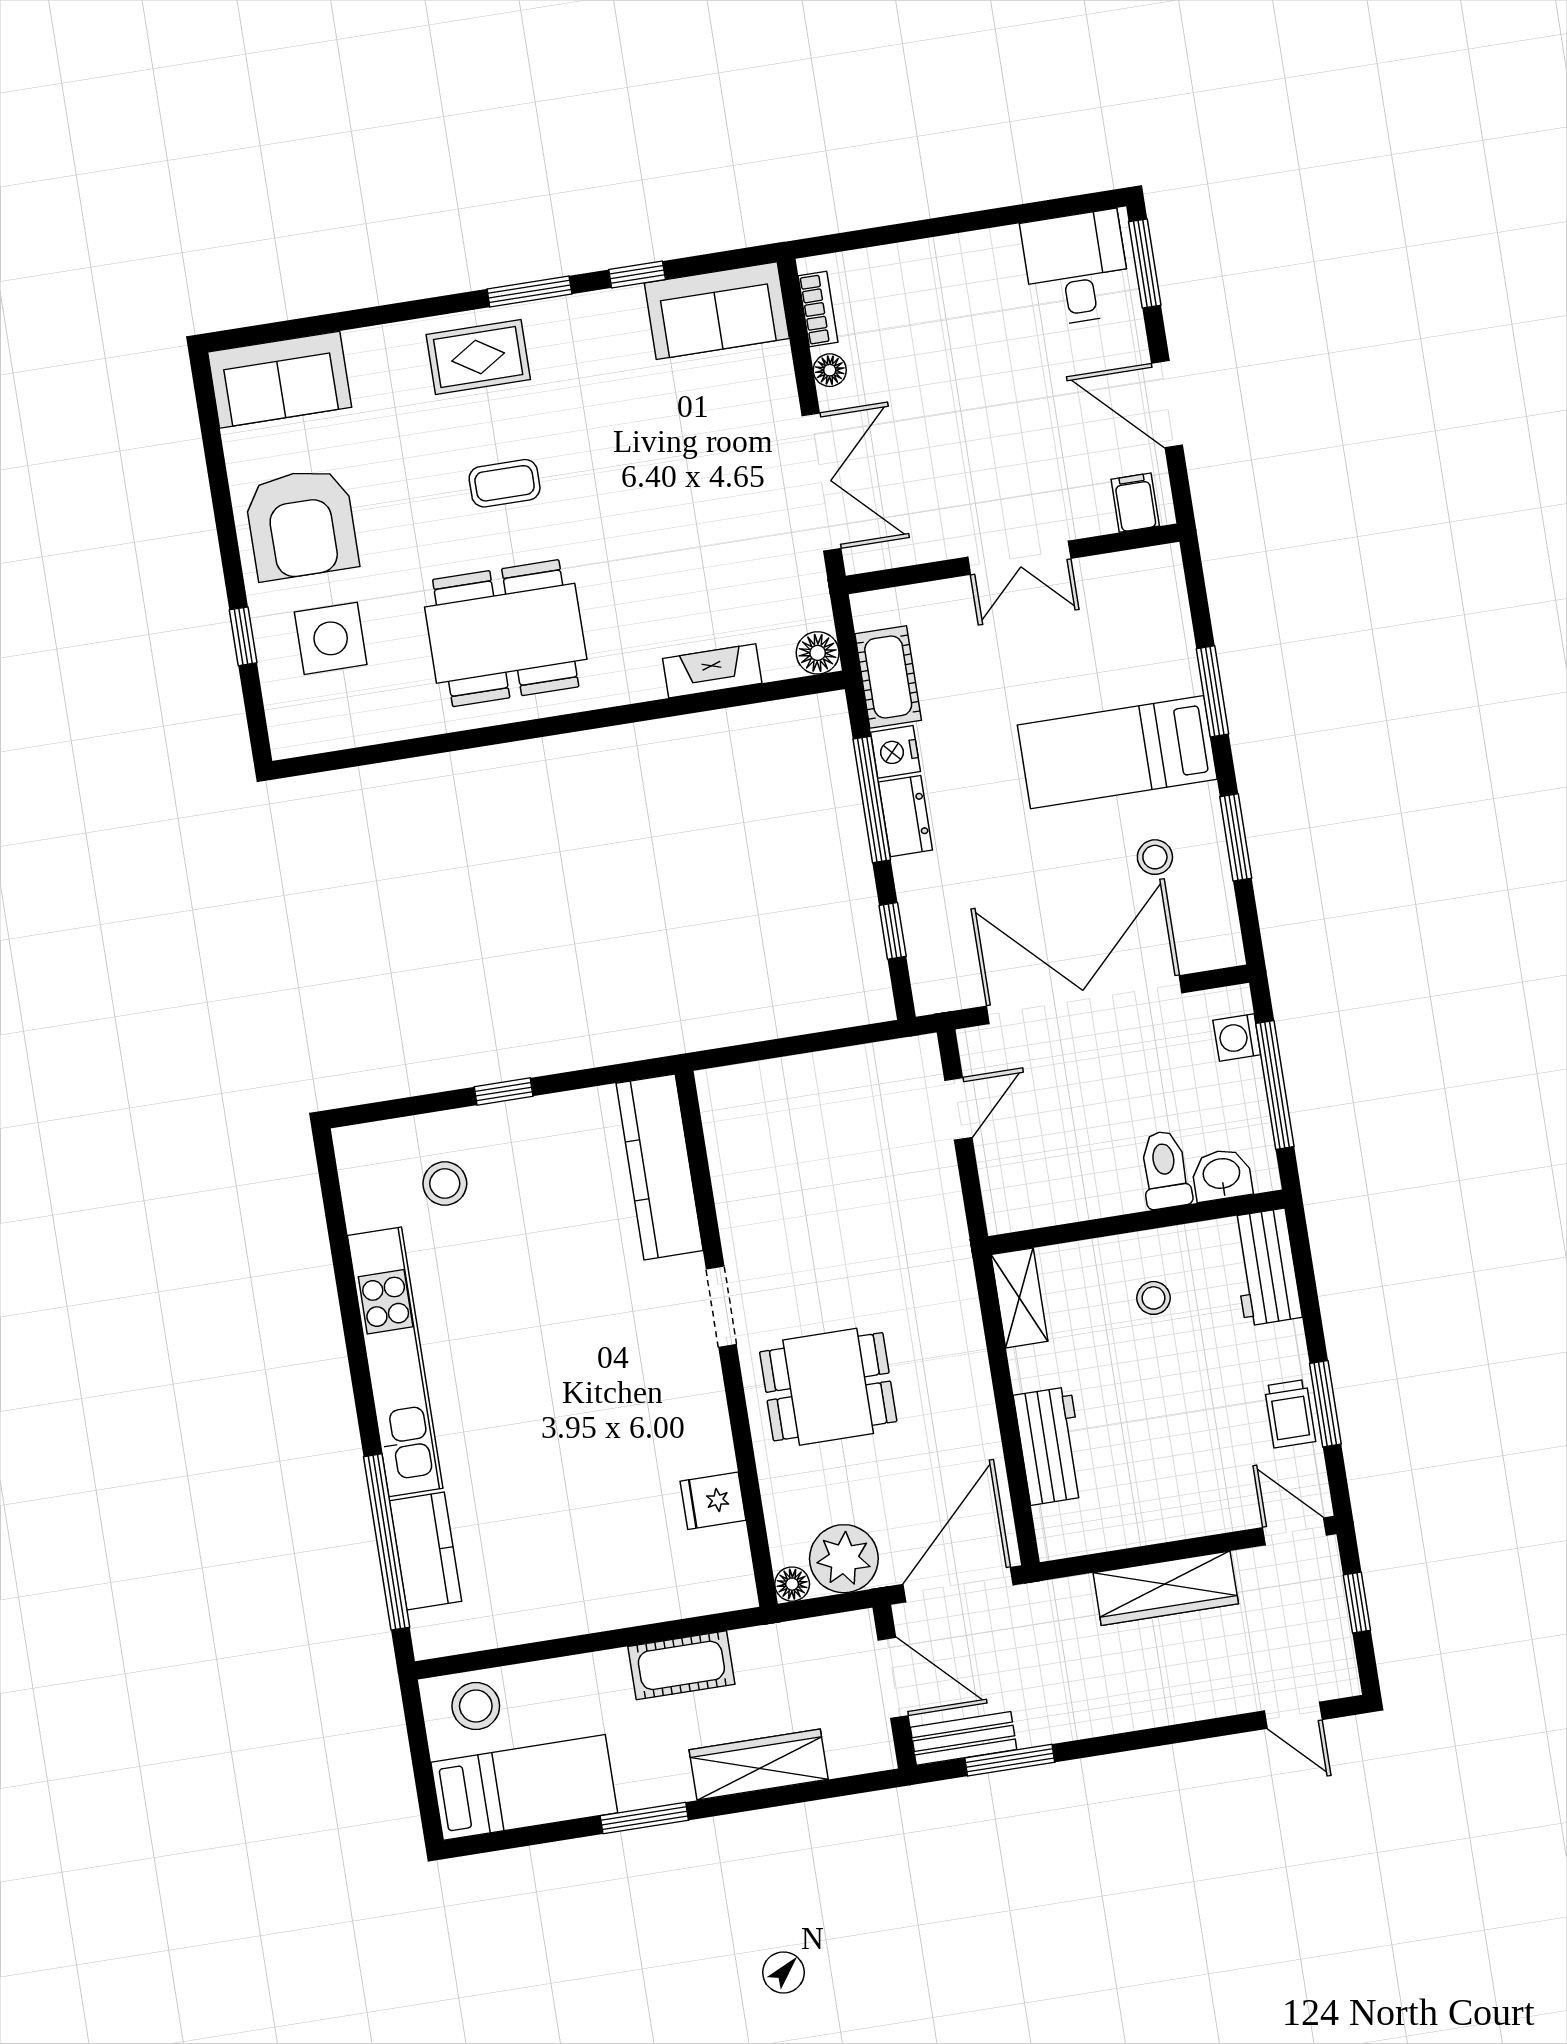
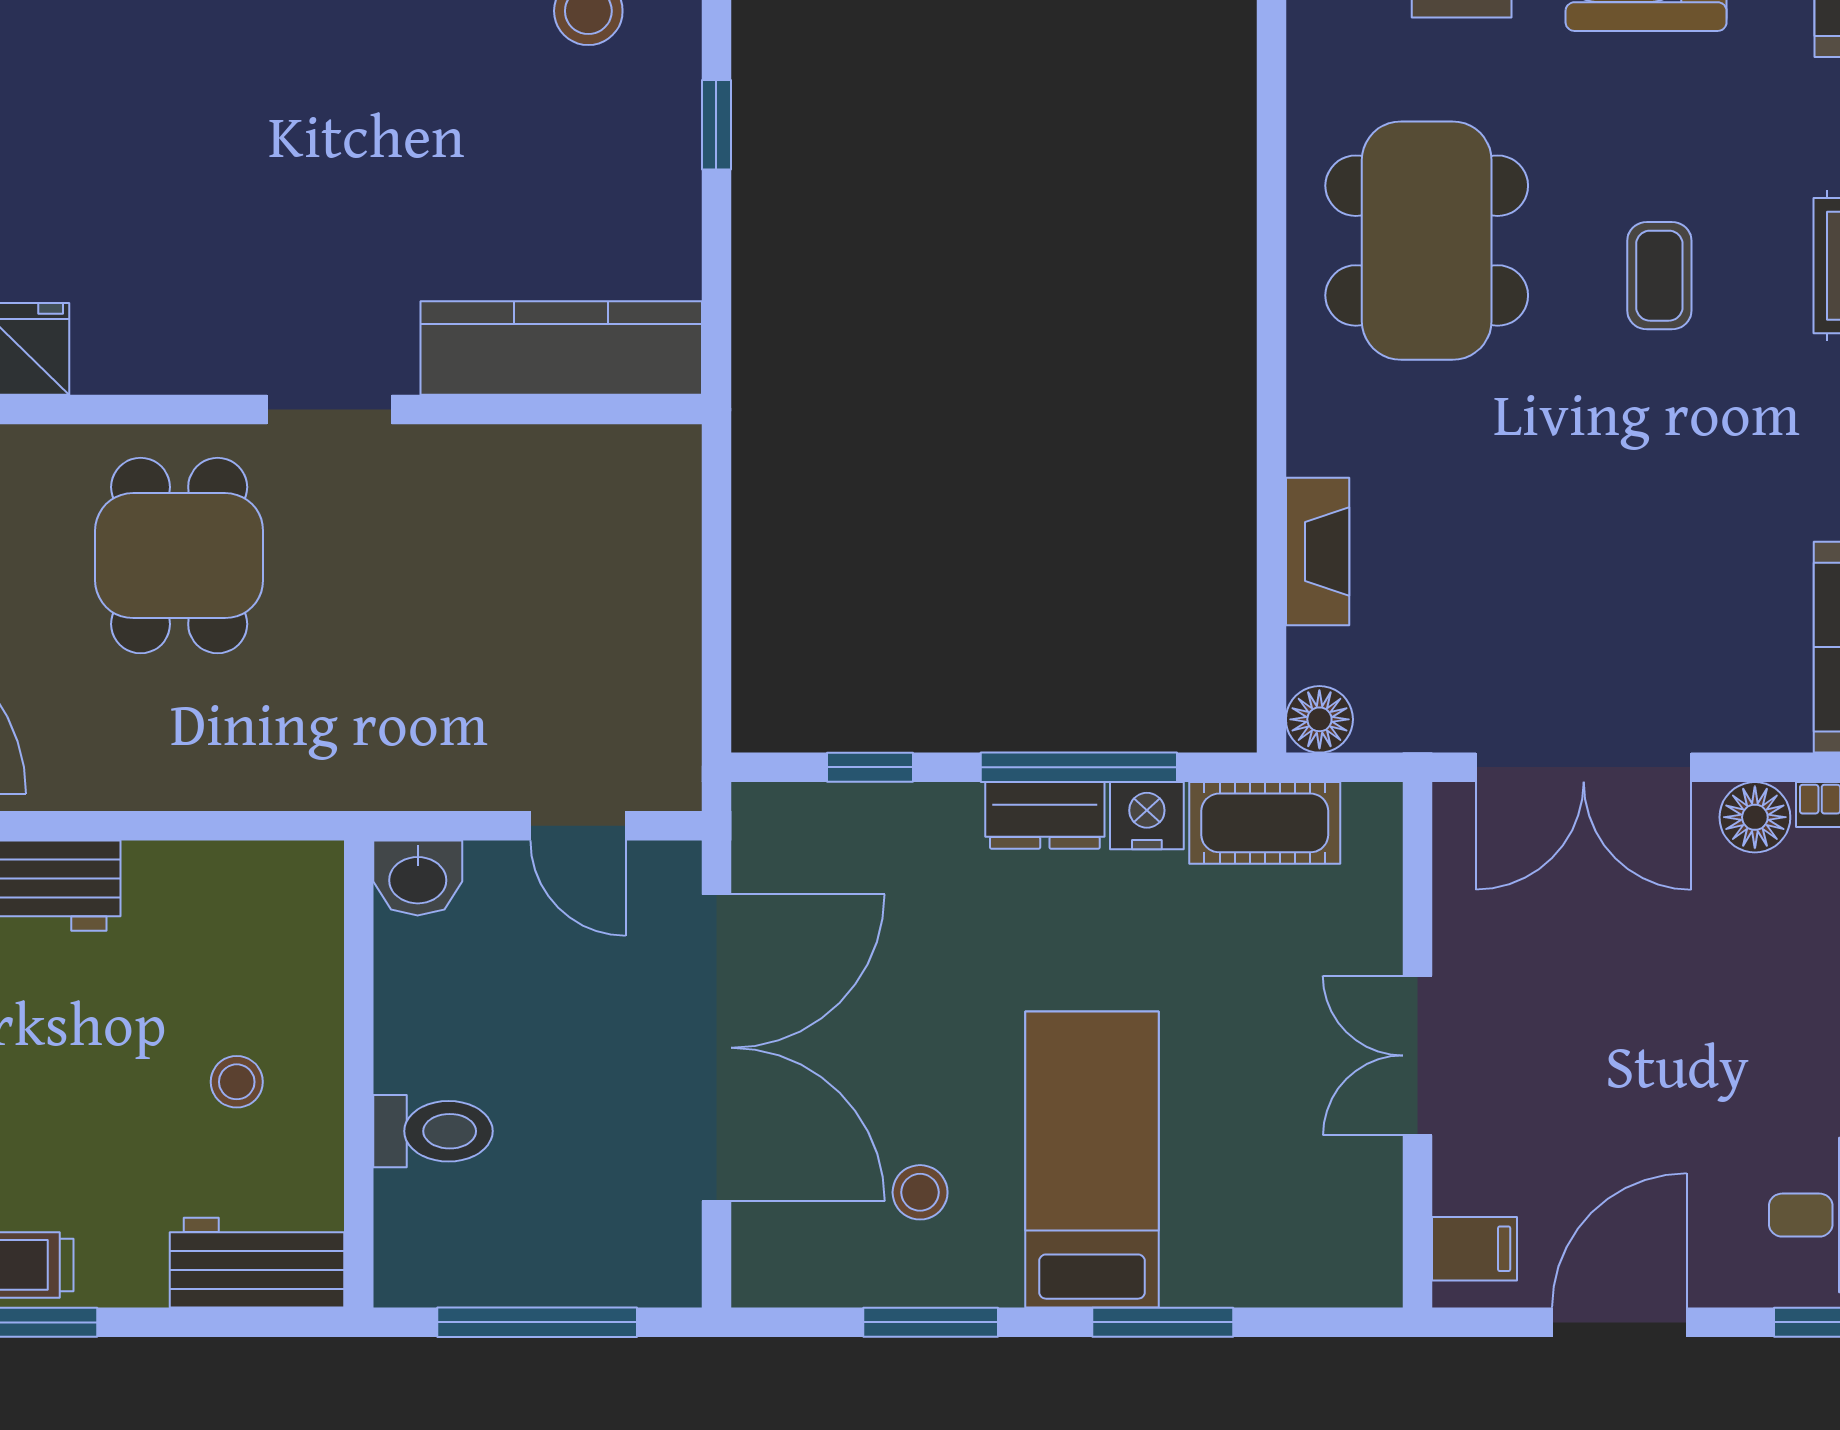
floor lamp: (830, 370) -> (1755, 817), width x1.37, depth x1.37
washing machine: (1237, 1038) -> (620, 1275), removed
washbasin: (1222, 1175) -> (418, 878), moved, turned 90
shelving: (1019, 1298) -> (270, 874), removed

